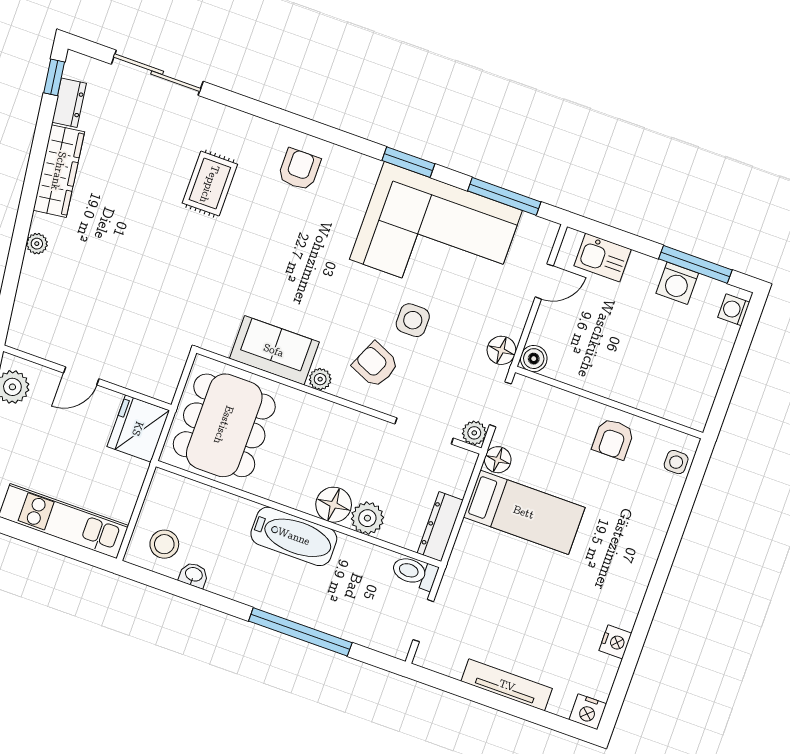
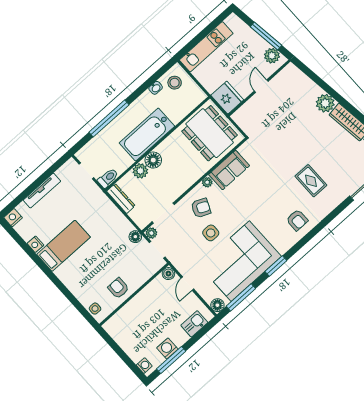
plant: (37, 244) -> (325, 103), width x1.87, depth x1.87
door: (544, 281) -> (187, 284), moved
floor lamp: (501, 350) -> (217, 305), moved
bed: (524, 512) -> (64, 246), moved, turned 180
bathtub: (294, 536) -> (147, 134), width x1.36, depth x1.36

